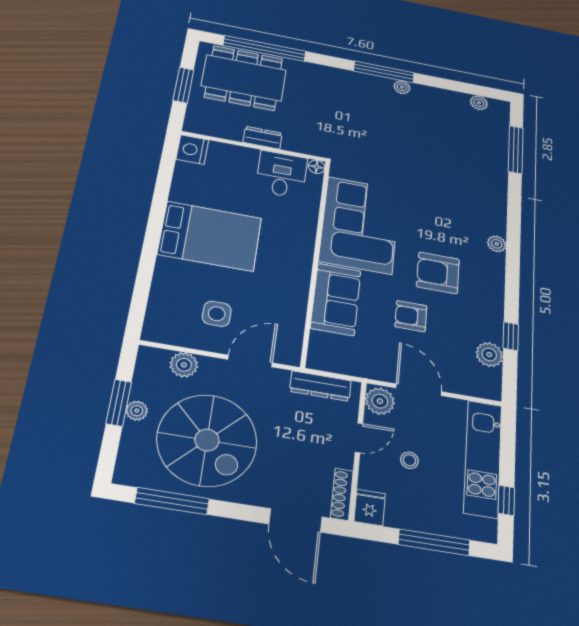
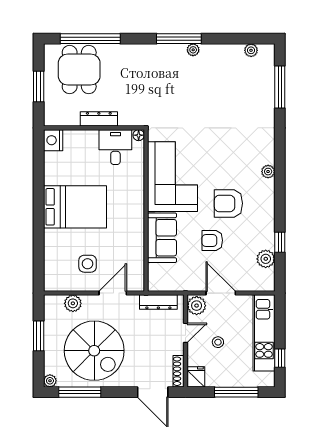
dining table: (244, 78) -> (79, 70), width x0.73
dresser: (263, 138) -> (99, 119), width x1.44
plant: (137, 411) -> (50, 381), moved

